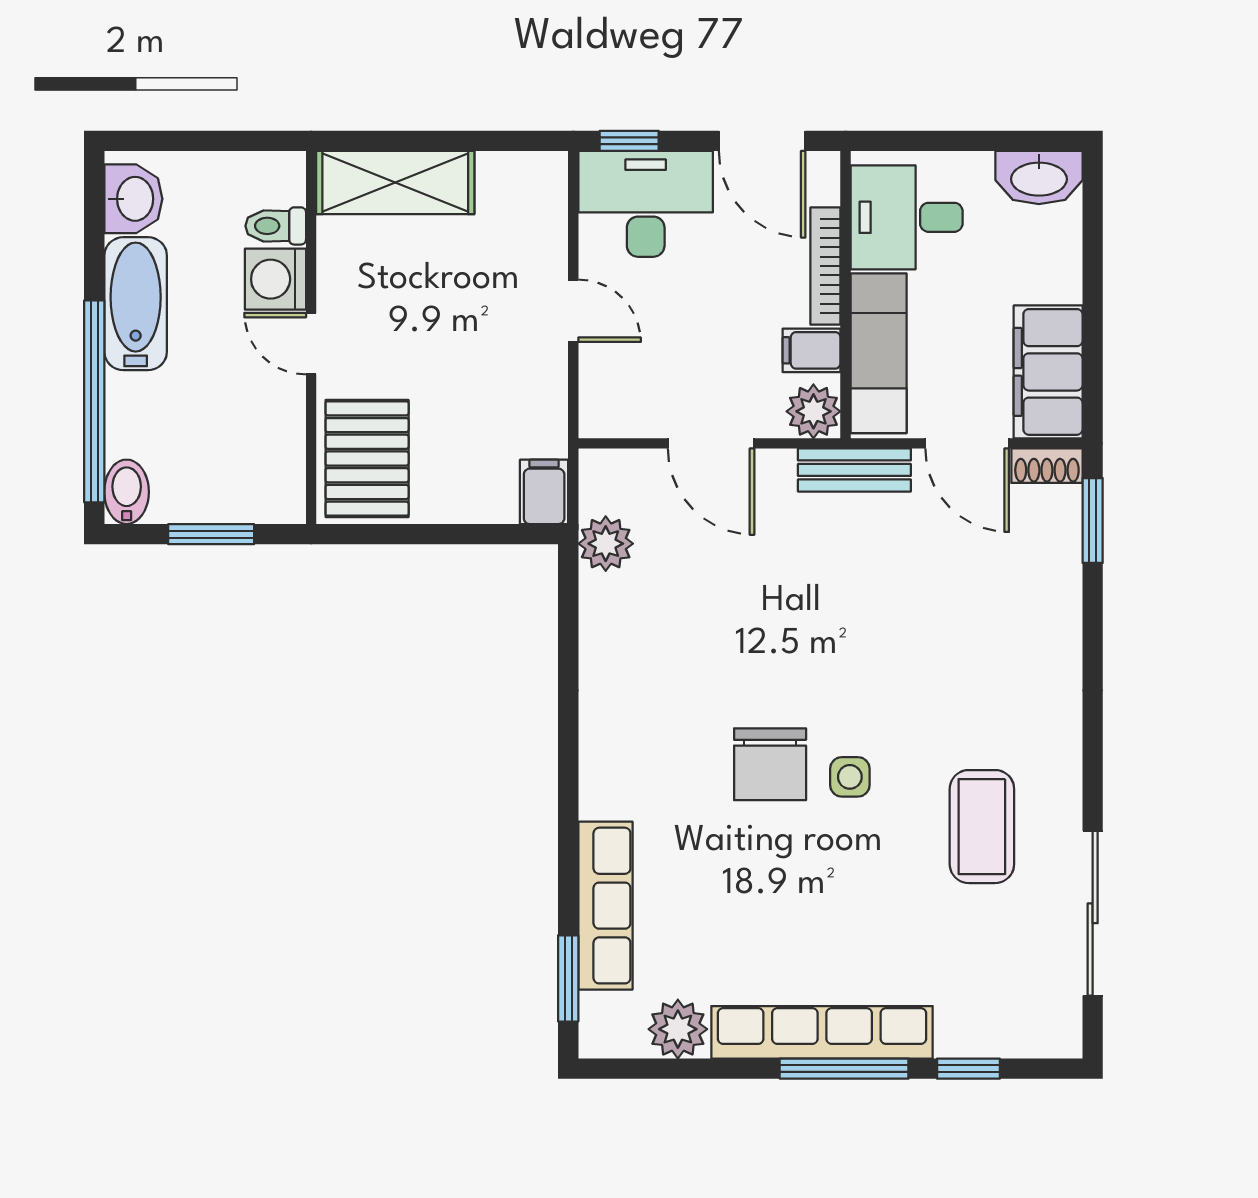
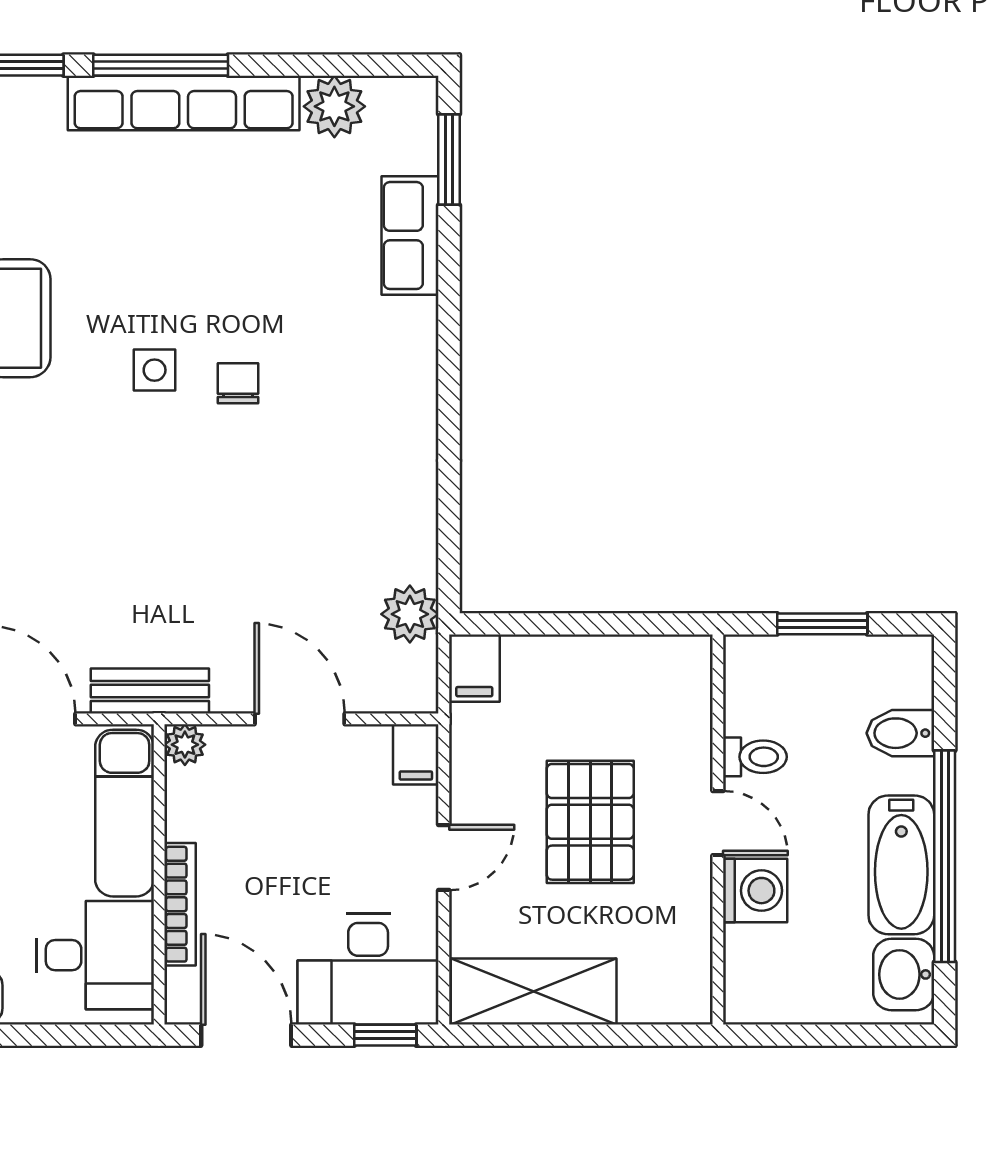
shelving: (395, 183) -> (534, 991), moved
toilet: (276, 226) -> (755, 757), moved
door: (573, 311) -> (444, 857), swing flipped
filing cabinet: (812, 350) -> (416, 754), moved, turned 90
window: (94, 401) -> (945, 856), moved
plant: (813, 411) -> (185, 745), width x0.73, depth x0.73
pallet: (367, 459) -> (590, 822), moved
bidet: (127, 492) -> (900, 733), moved, turned 90
chair: (770, 764) -> (238, 383), width x0.54, depth x0.54
row of seats: (605, 906) -> (410, 236), width x0.68

